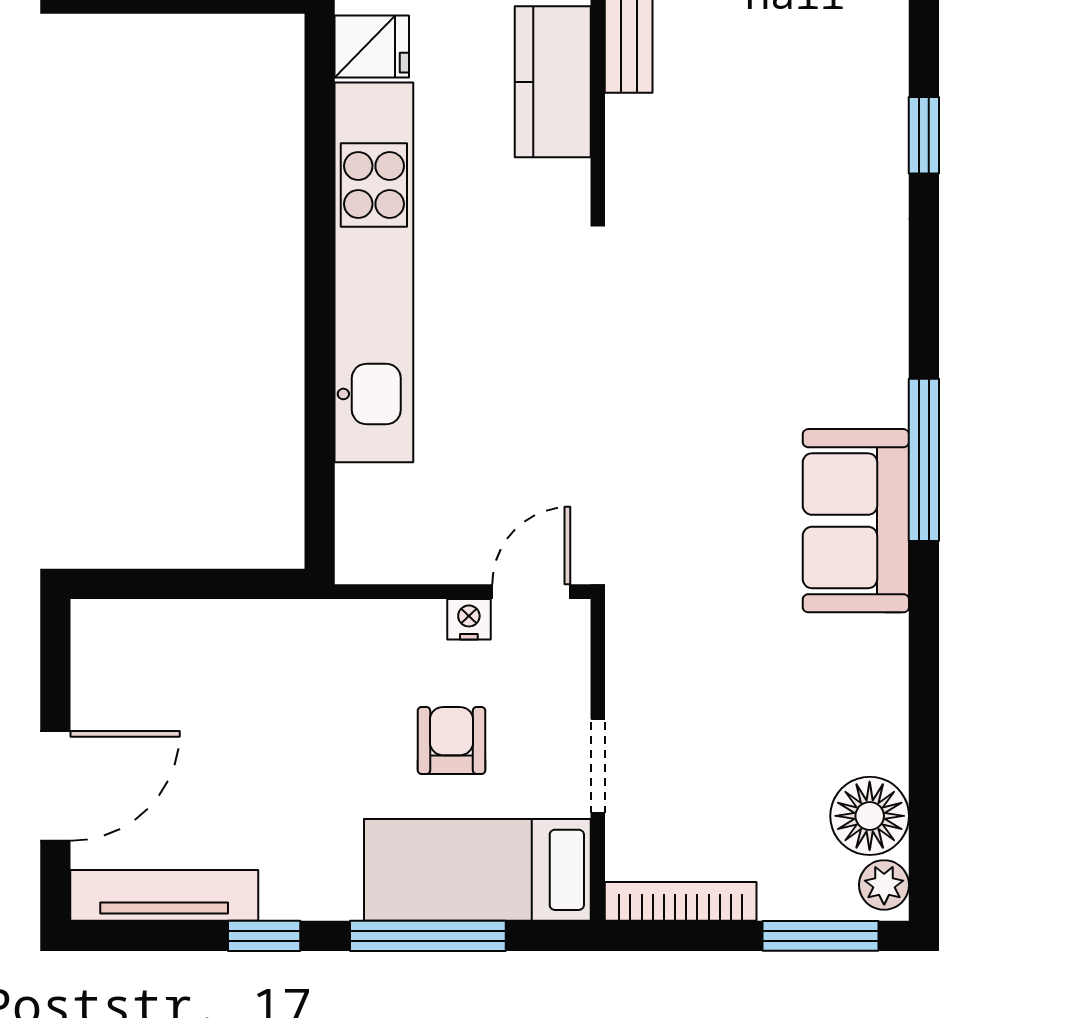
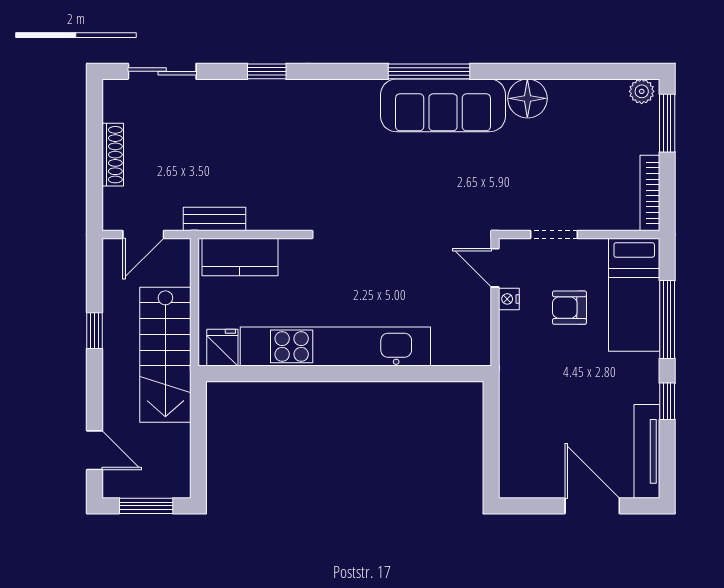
sofa: (856, 521) -> (443, 105), width x1.36
doorway: (598, 766) -> (554, 234), moved
floor lamp: (870, 816) -> (527, 98), moved

